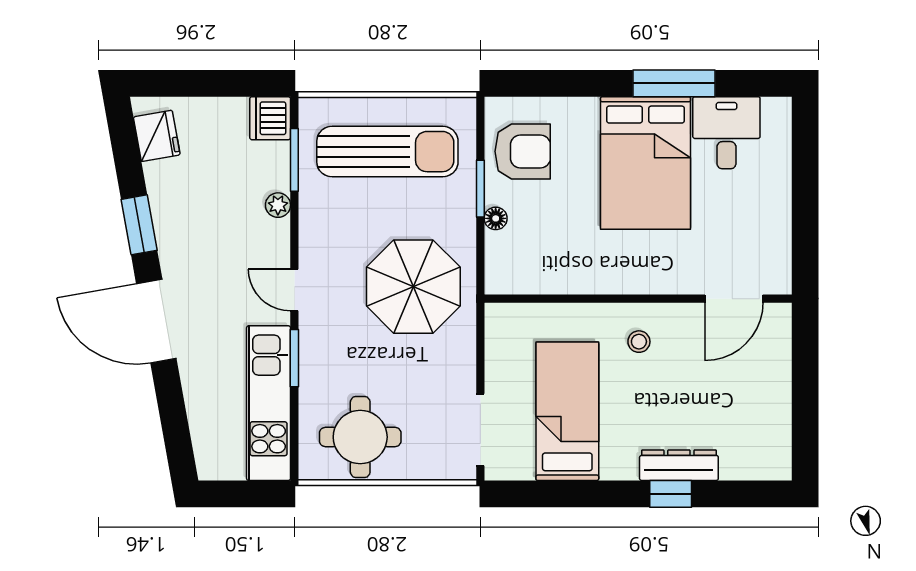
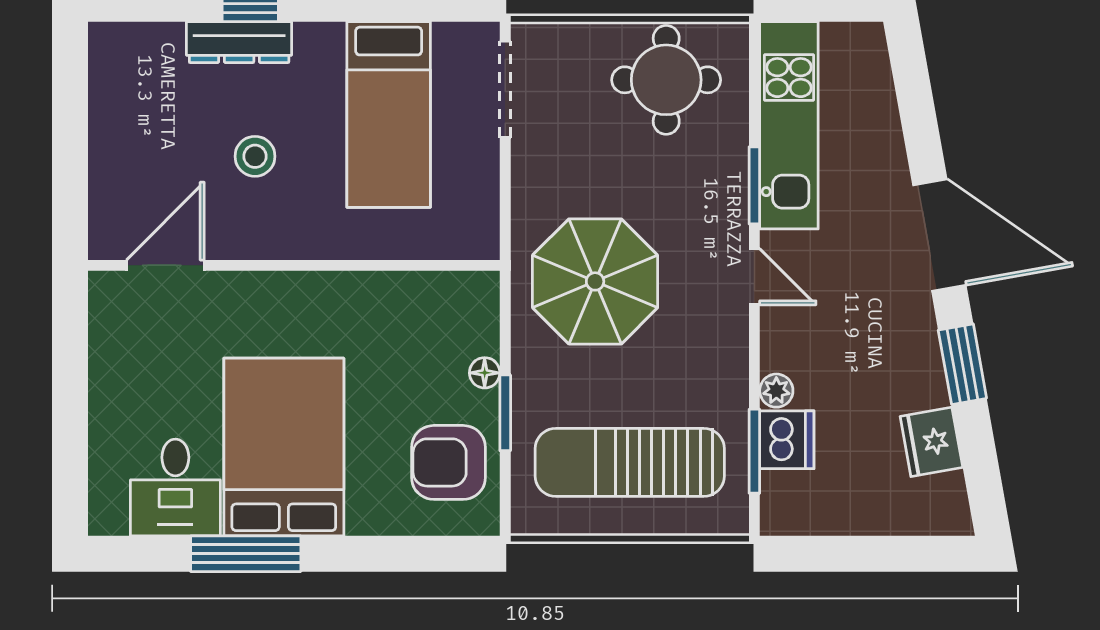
dishwasher: (270, 118) -> (787, 440), moved
fridge: (157, 136) -> (931, 442), moved
stool: (639, 342) -> (255, 156), moved, width x1.37, depth x1.37

